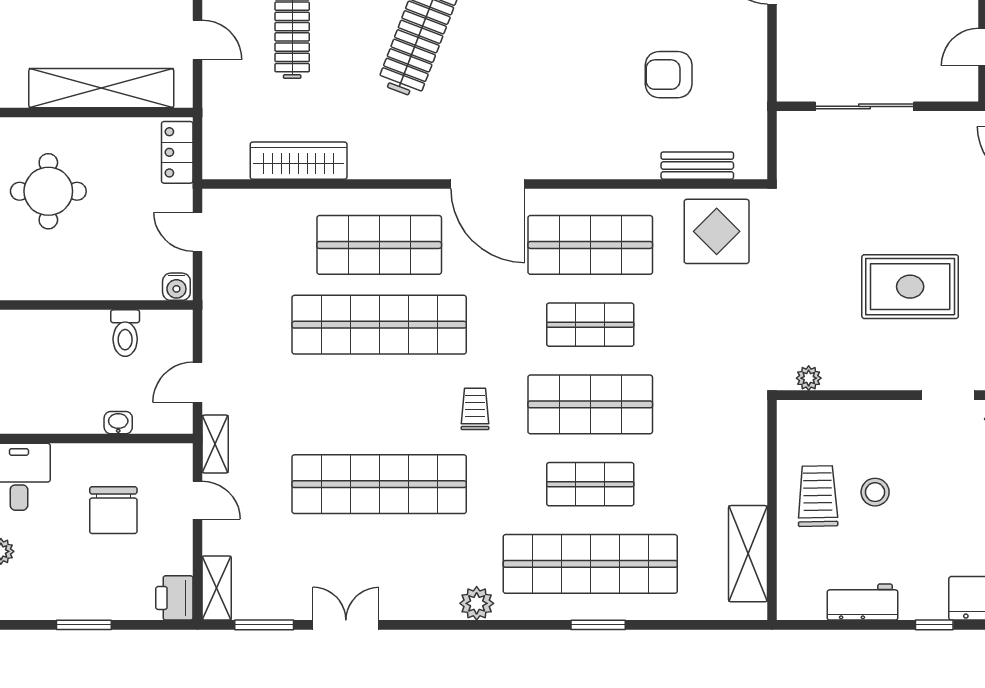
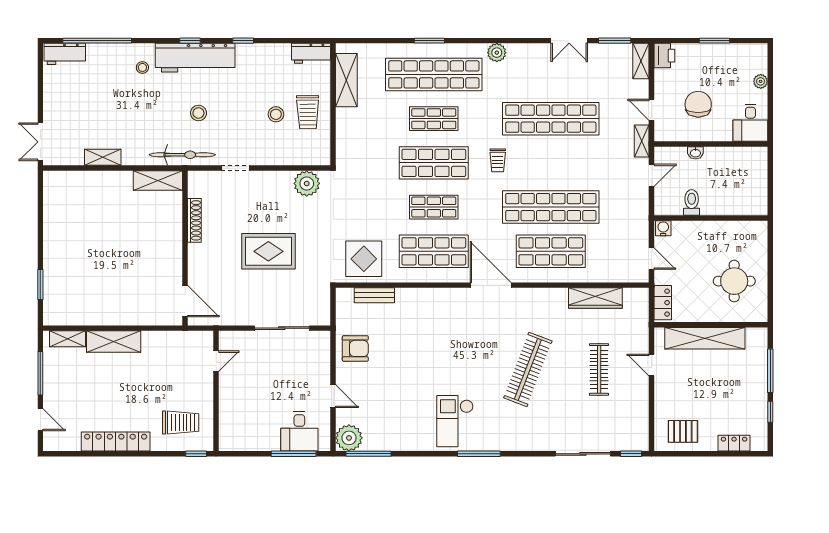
armchair: (669, 75) -> (355, 348), moved
rug: (910, 287) -> (268, 251), moved
plant: (809, 378) -> (307, 183), width x1.88, depth x1.88
workbench: (863, 602) -> (311, 53), moved

